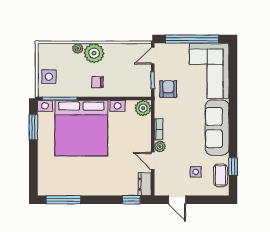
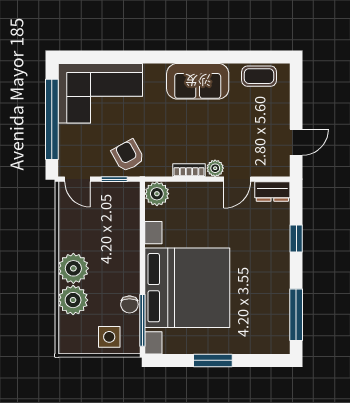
plant: (78, 48) -> (73, 300), width x1.87, depth x1.87
chair: (97, 82) -> (129, 304), moved
armchair: (168, 89) -> (128, 156), turned 61
window: (33, 127) -> (213, 360), moved
sofa: (217, 128) -> (198, 81), width x0.73
window: (233, 167) -> (246, 57), removed
side table: (196, 172) -> (254, 114), removed
window: (131, 200) -> (296, 239), moved

